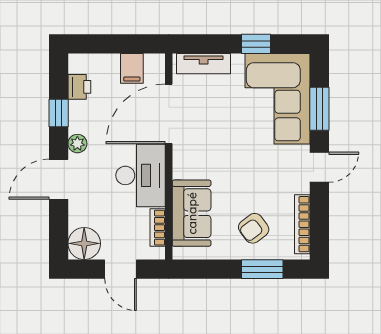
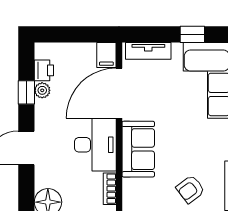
filing cabinet: (132, 68) -> (106, 55), moved
plant: (77, 144) -> (42, 90), moved
sofa: (192, 213) -> (138, 149), moved

